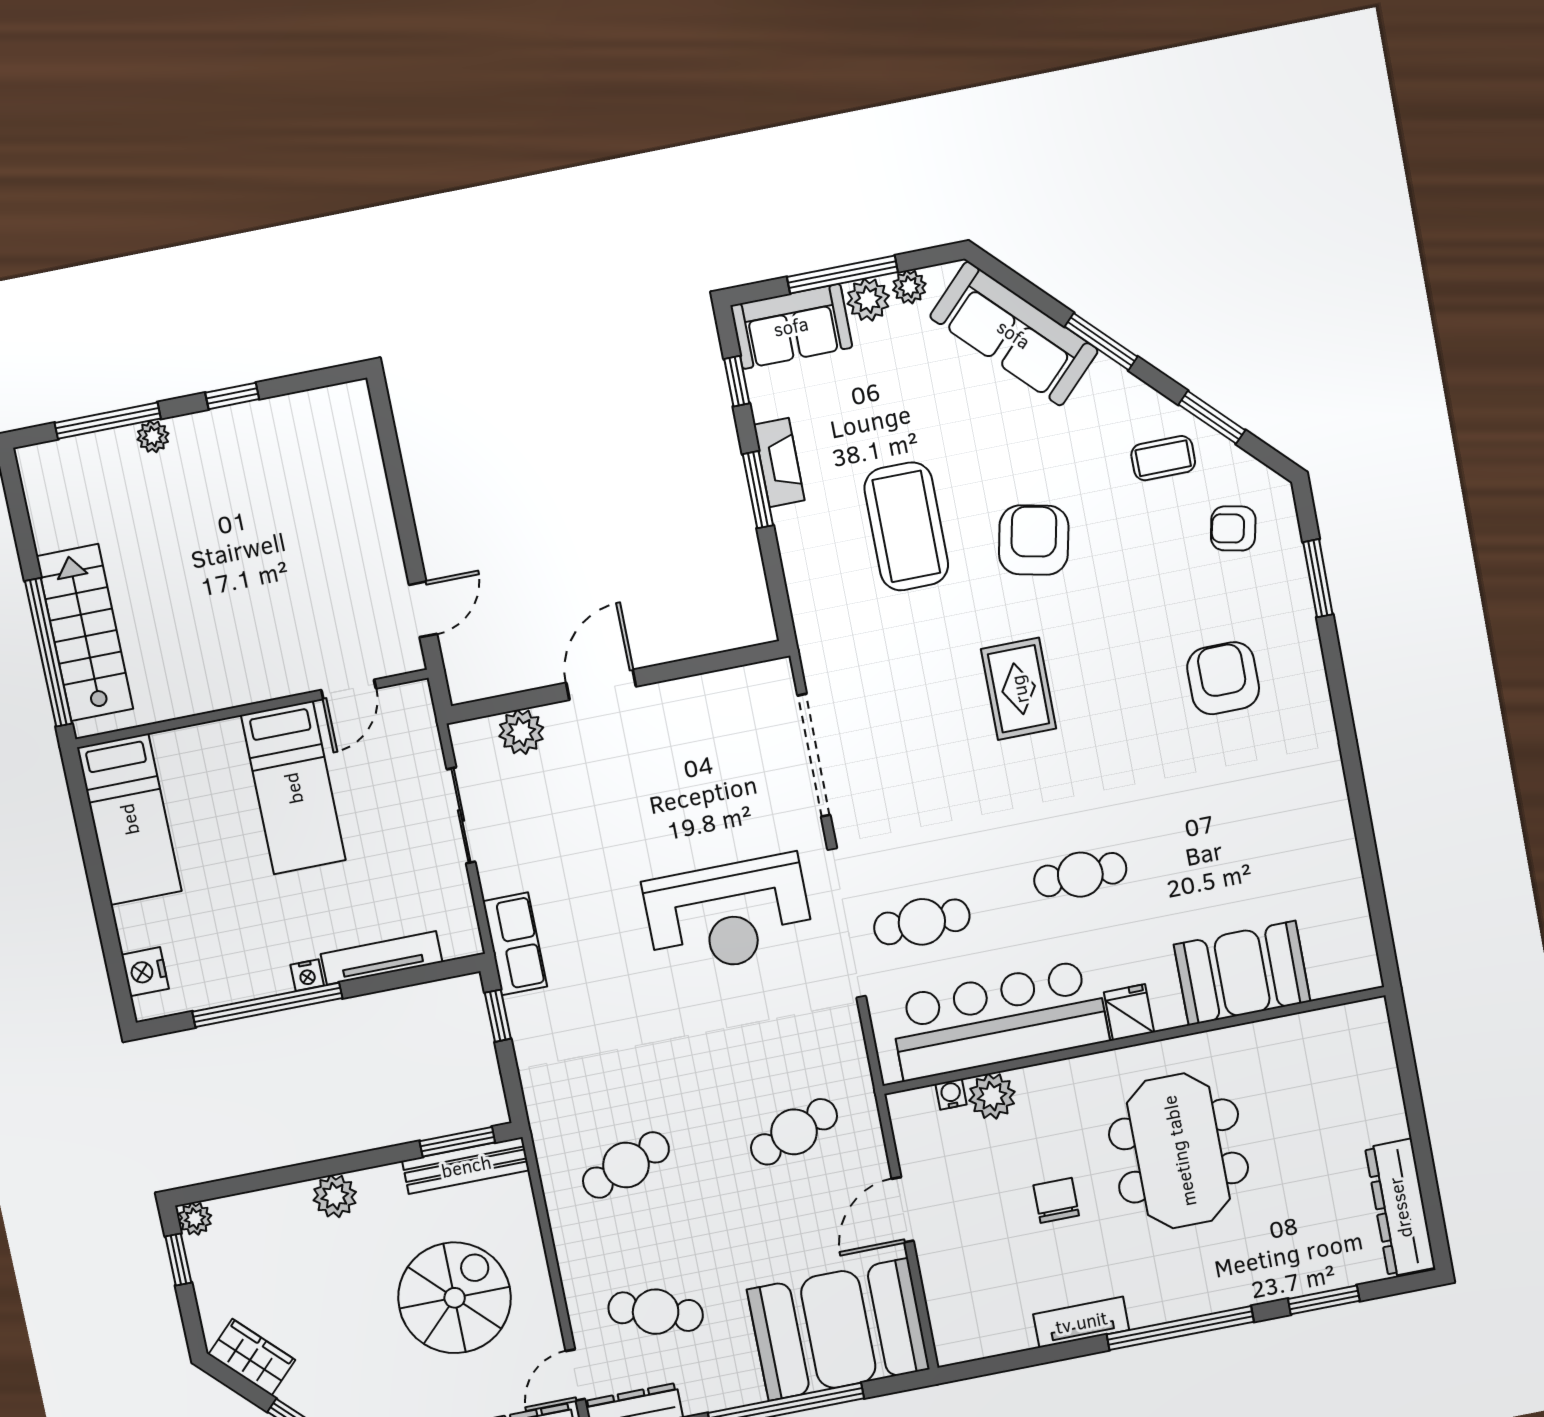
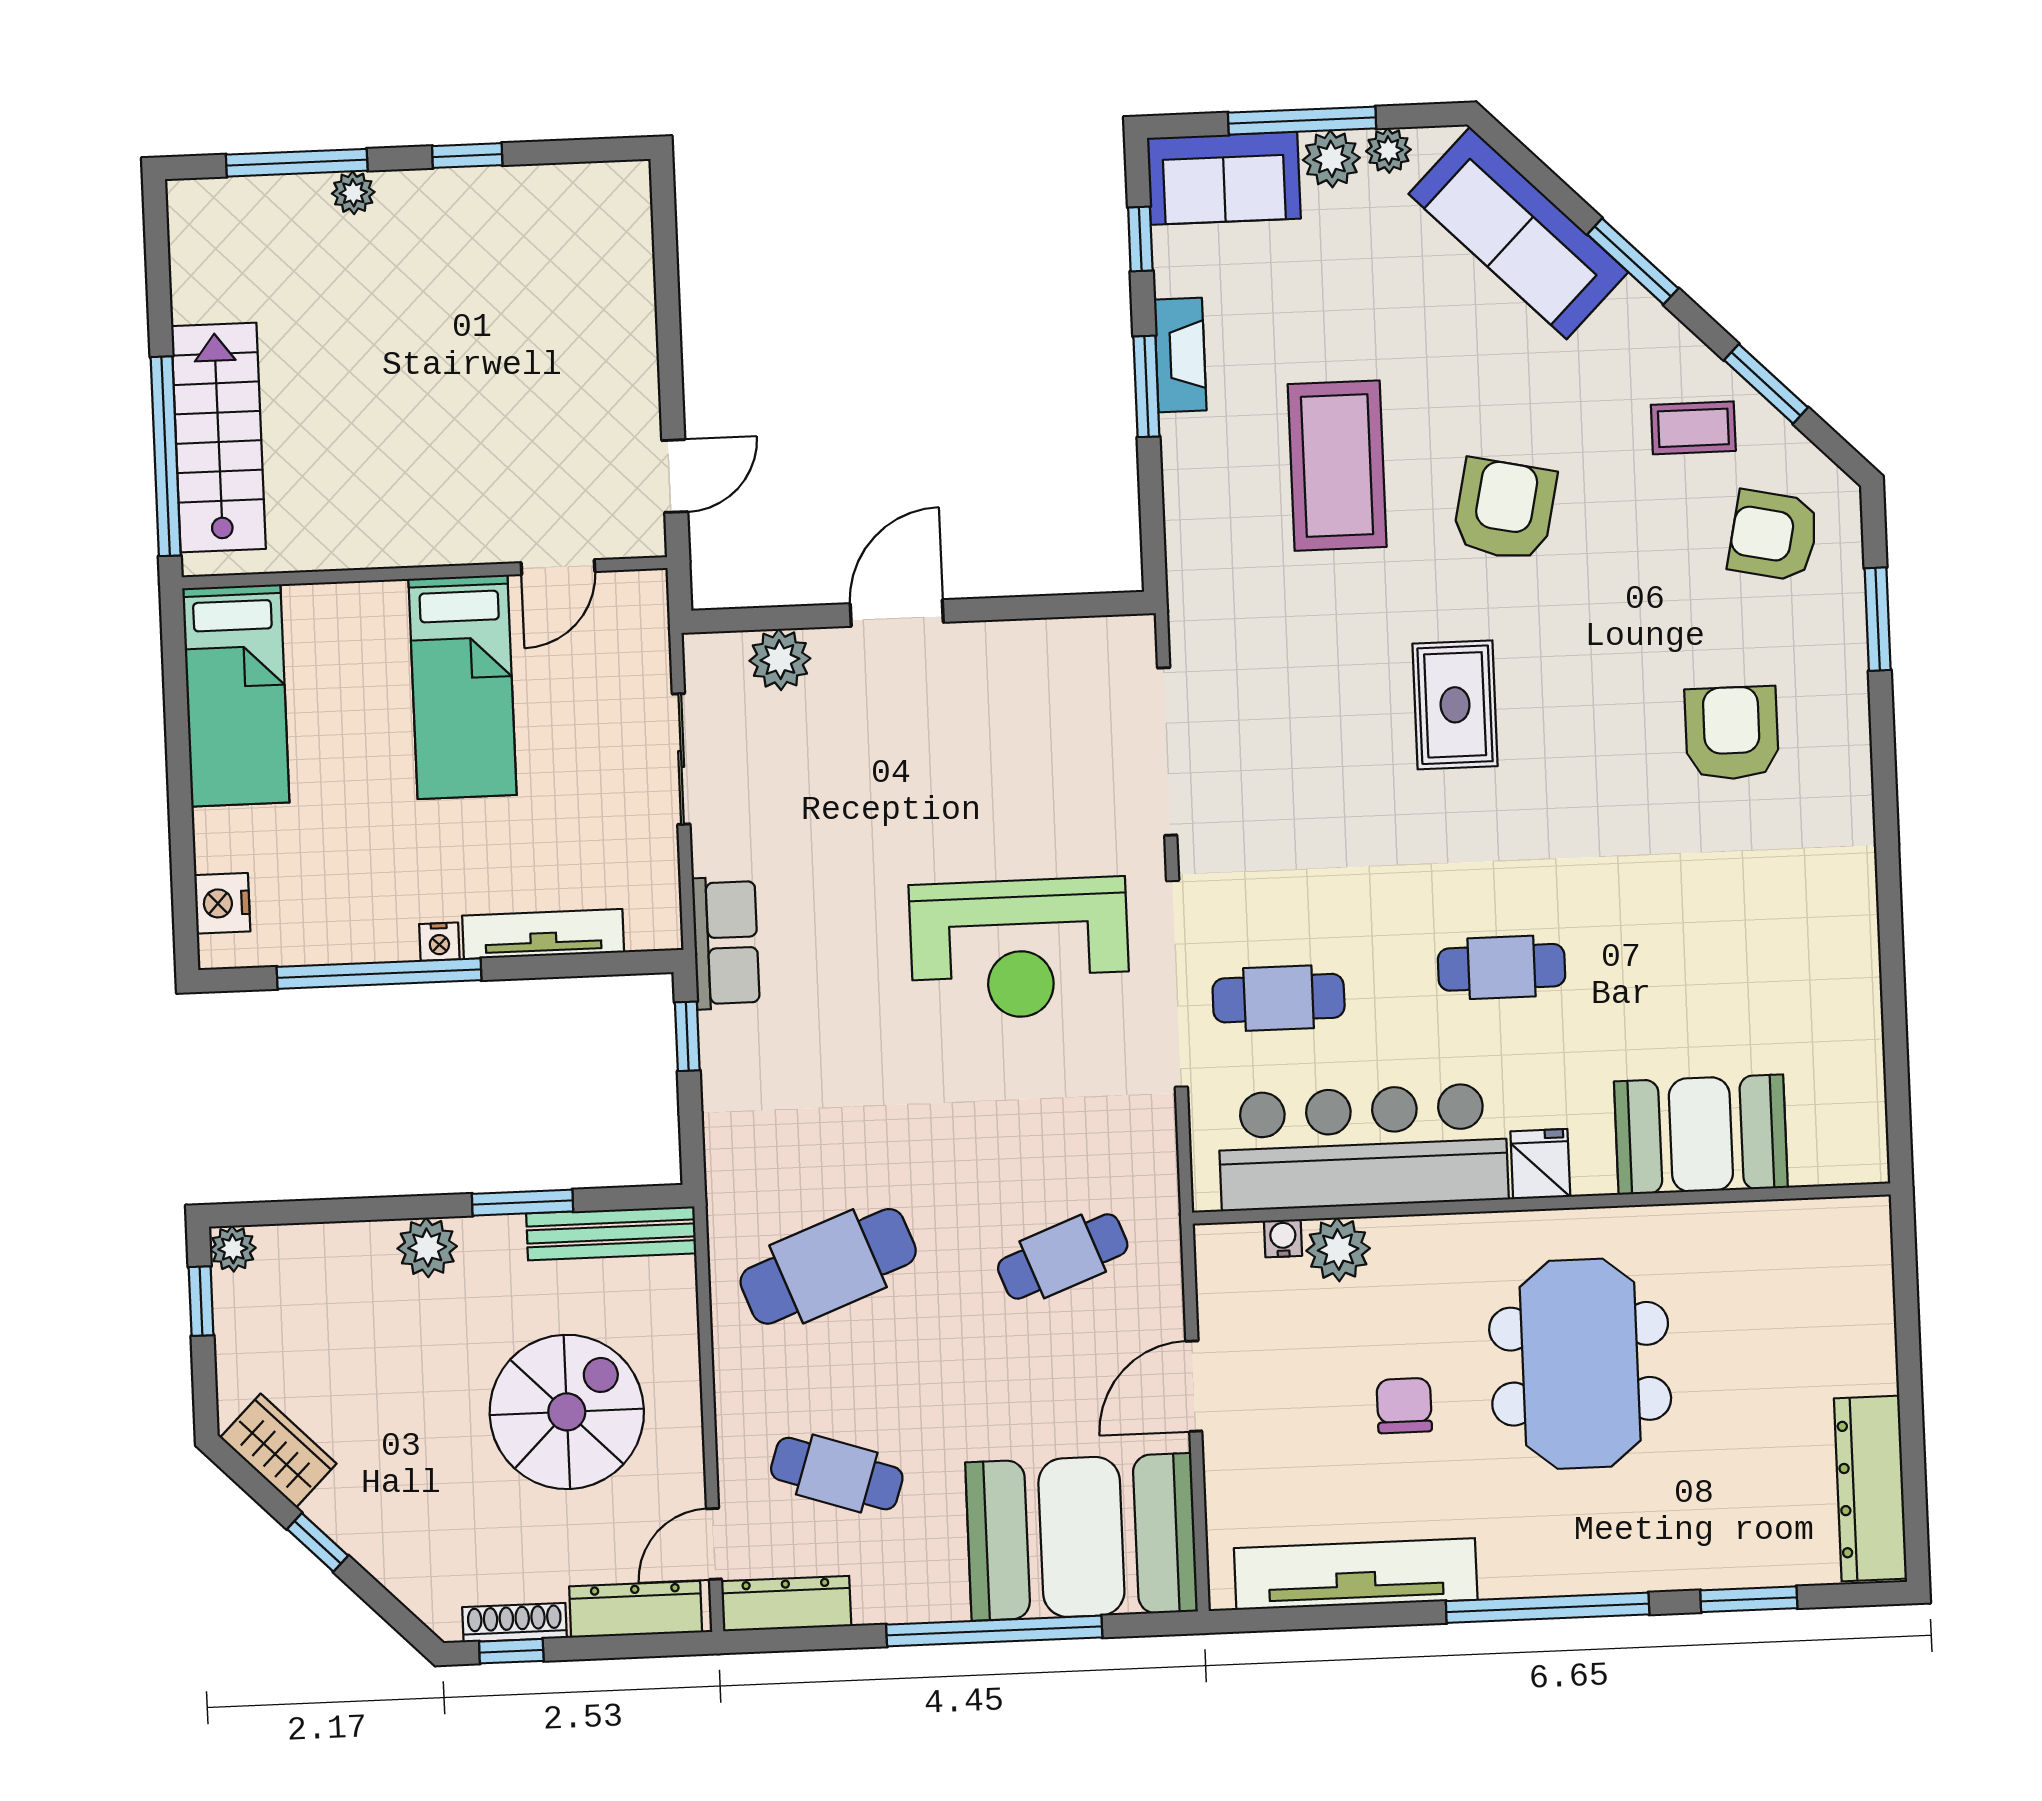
armchair: (1233, 528) -> (1774, 535), width x1.38, depth x1.38
window: (457, 1142) -> (523, 1203), moved
cafe table: (626, 1165) -> (828, 1266), width x1.37, depth x1.35
tv unit: (1081, 1322) -> (1356, 1574), width x1.92, depth x1.29

